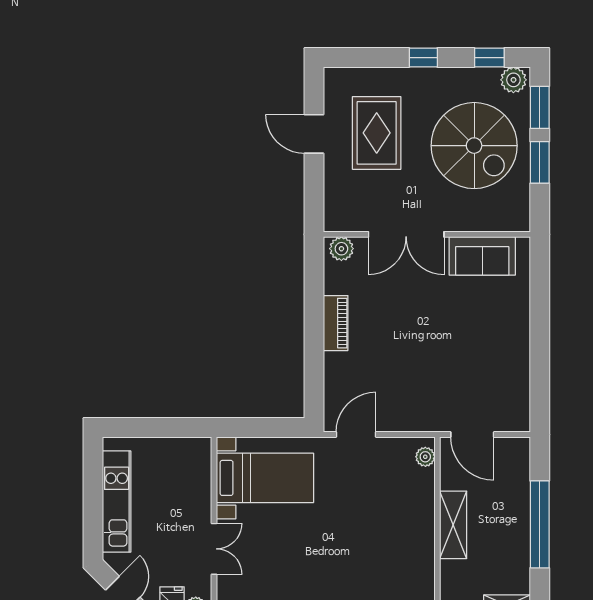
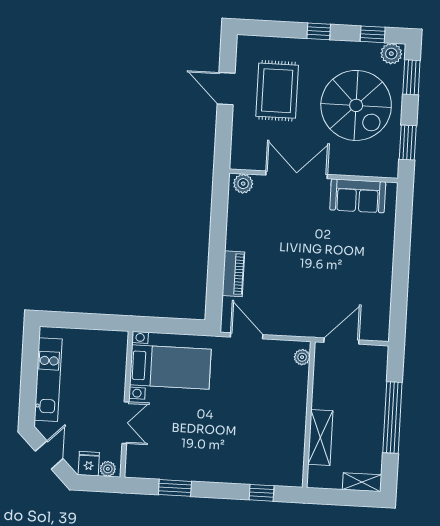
window: (540, 162) -> (408, 143), moved
double door: (406, 234) -> (297, 175), swing flipped
piano: (336, 323) -> (233, 274), moved
door: (356, 434) -> (247, 336), hinge flipped
door: (472, 434) -> (341, 341), swing flipped
shelving: (453, 525) -> (320, 438), moved

